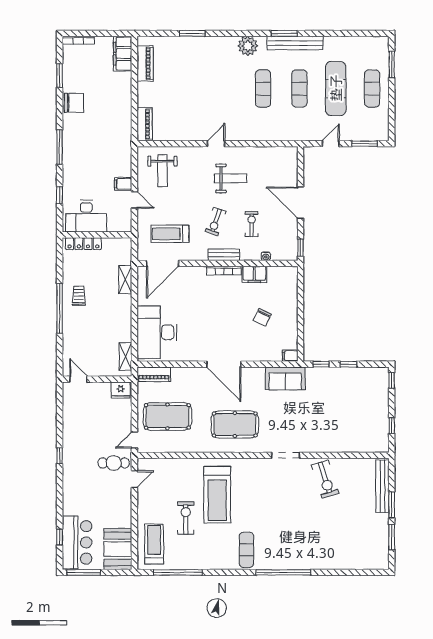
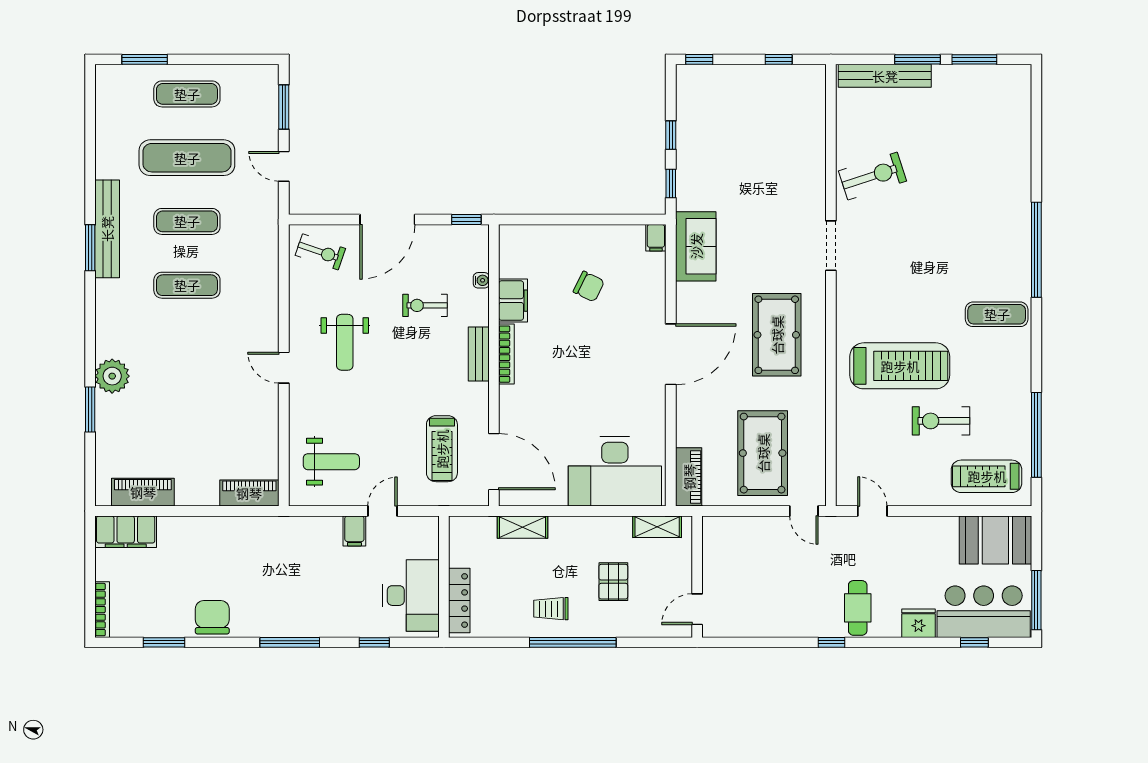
plant: (248, 46) -> (112, 376), moved
weight bench: (231, 178) -> (345, 342), turned 180
exercise bike: (216, 221) -> (320, 252), moved
pallet: (94, 331) -> (613, 582), added
fridge: (121, 390) -> (918, 623), moved, turned -90
cafe table: (114, 463) -> (858, 608), moved

